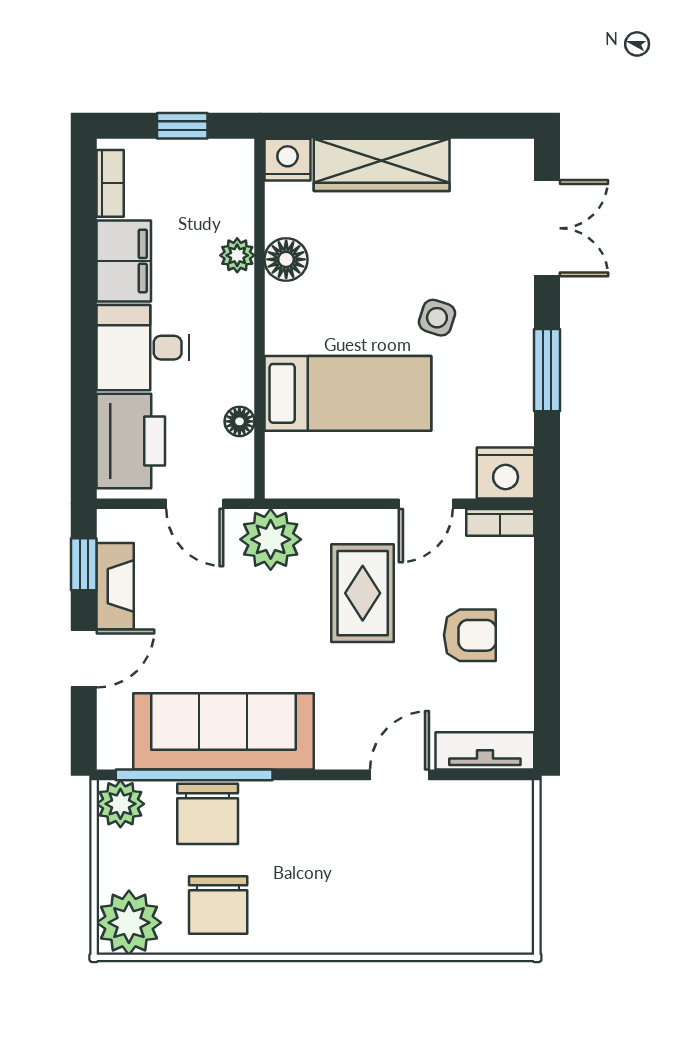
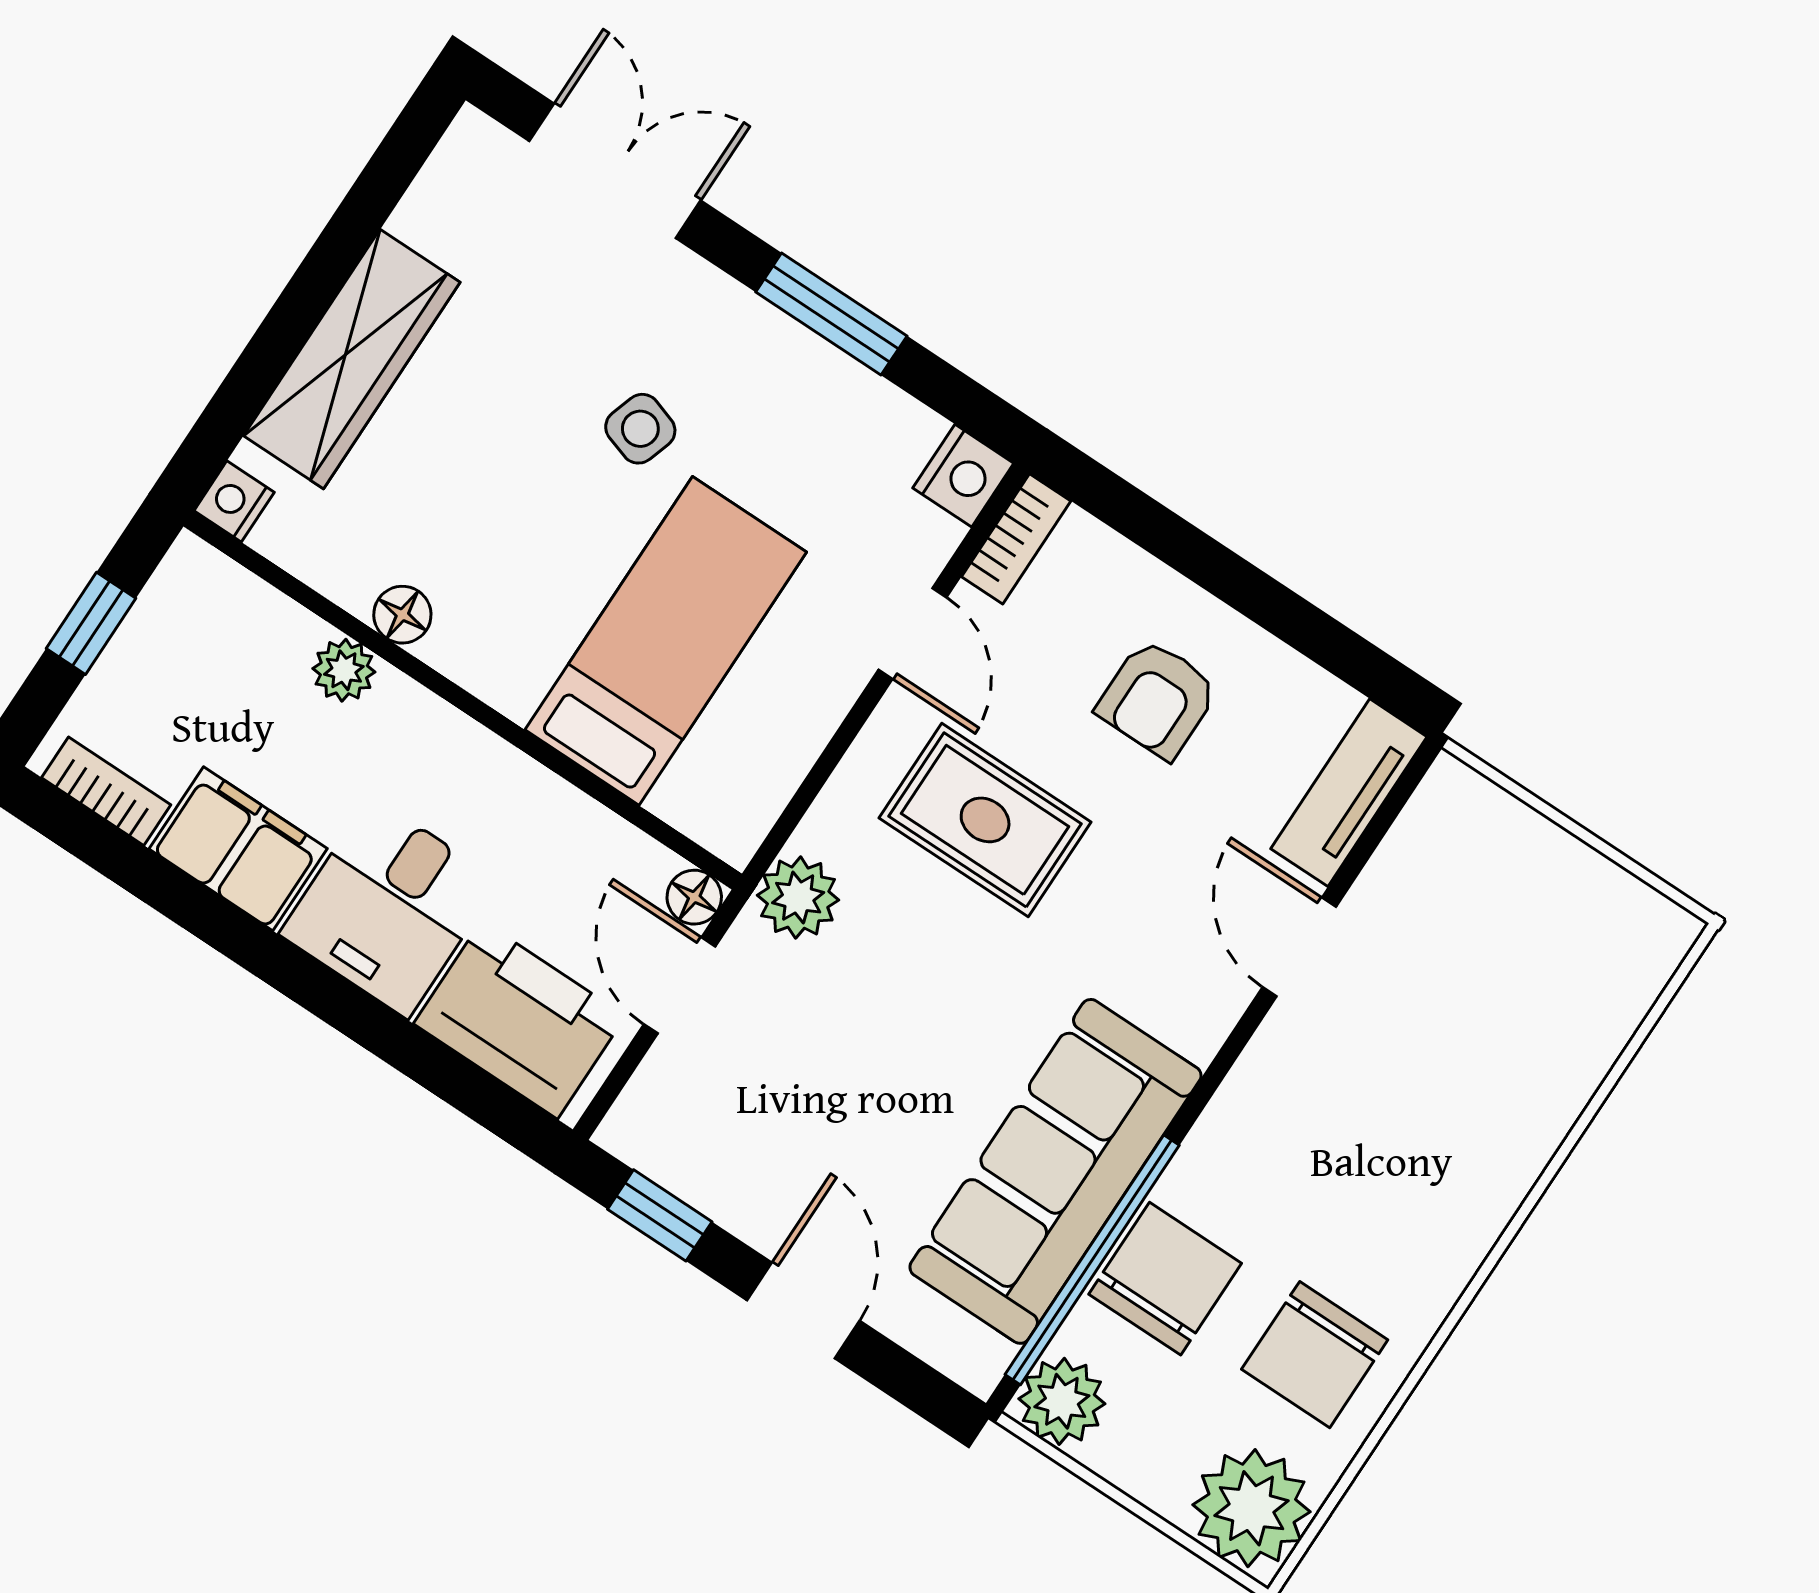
nightstand: (287, 160) -> (234, 501), width x0.72, depth x0.74
floor lamp: (286, 259) -> (402, 615), width x0.73, depth x0.73
floor lamp: (239, 421) -> (694, 897), moved
nightstand: (506, 473) -> (963, 476), width x0.74, depth x0.75
door: (195, 504) -> (680, 985), swing flipped
plant: (271, 539) -> (798, 898), width x0.73, depth x0.73
fireplace: (115, 586) -> (725, 1190), removed
armchair: (470, 635) -> (1158, 699), turned 180
chair: (208, 814) -> (1165, 1279), turned -90
chair: (218, 905) -> (1315, 1355), turned 90

